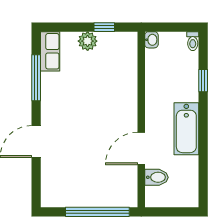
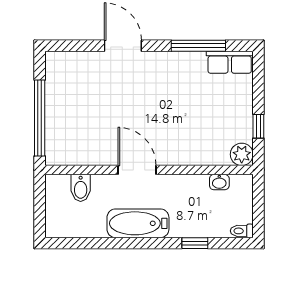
washbasin: (151, 40) -> (219, 182), moved
plant: (88, 41) -> (242, 154), moved
door: (141, 148) -> (137, 170), moved

